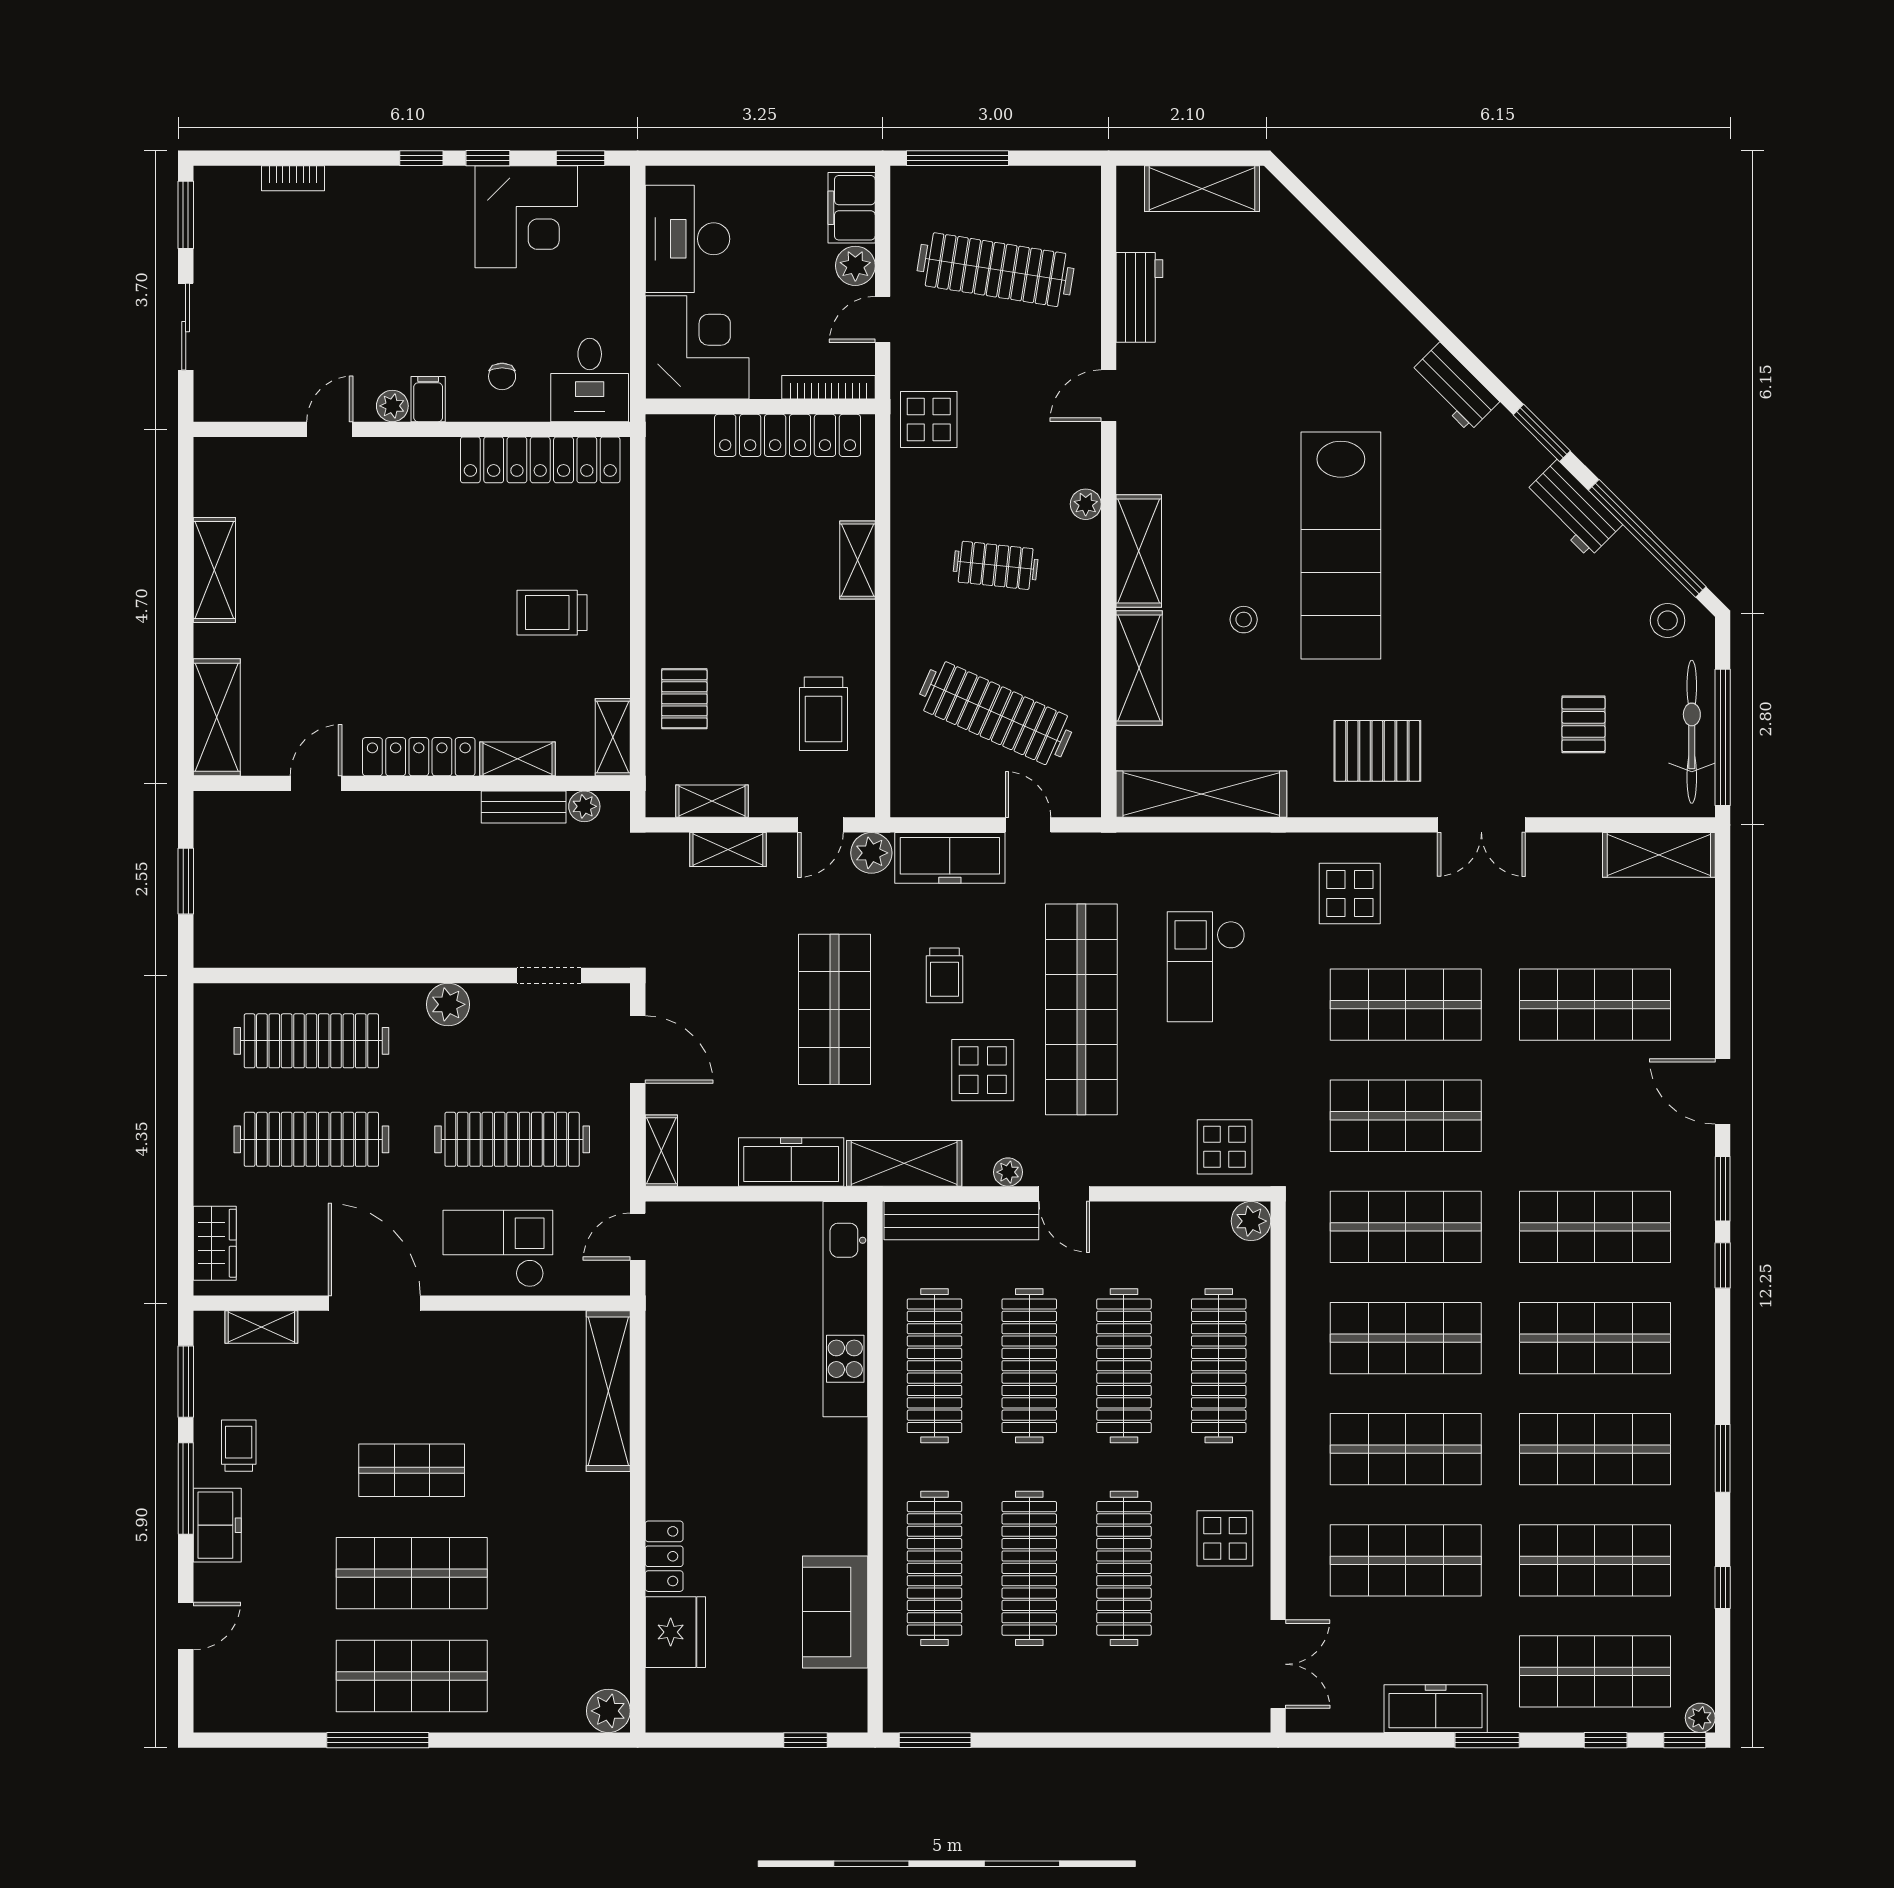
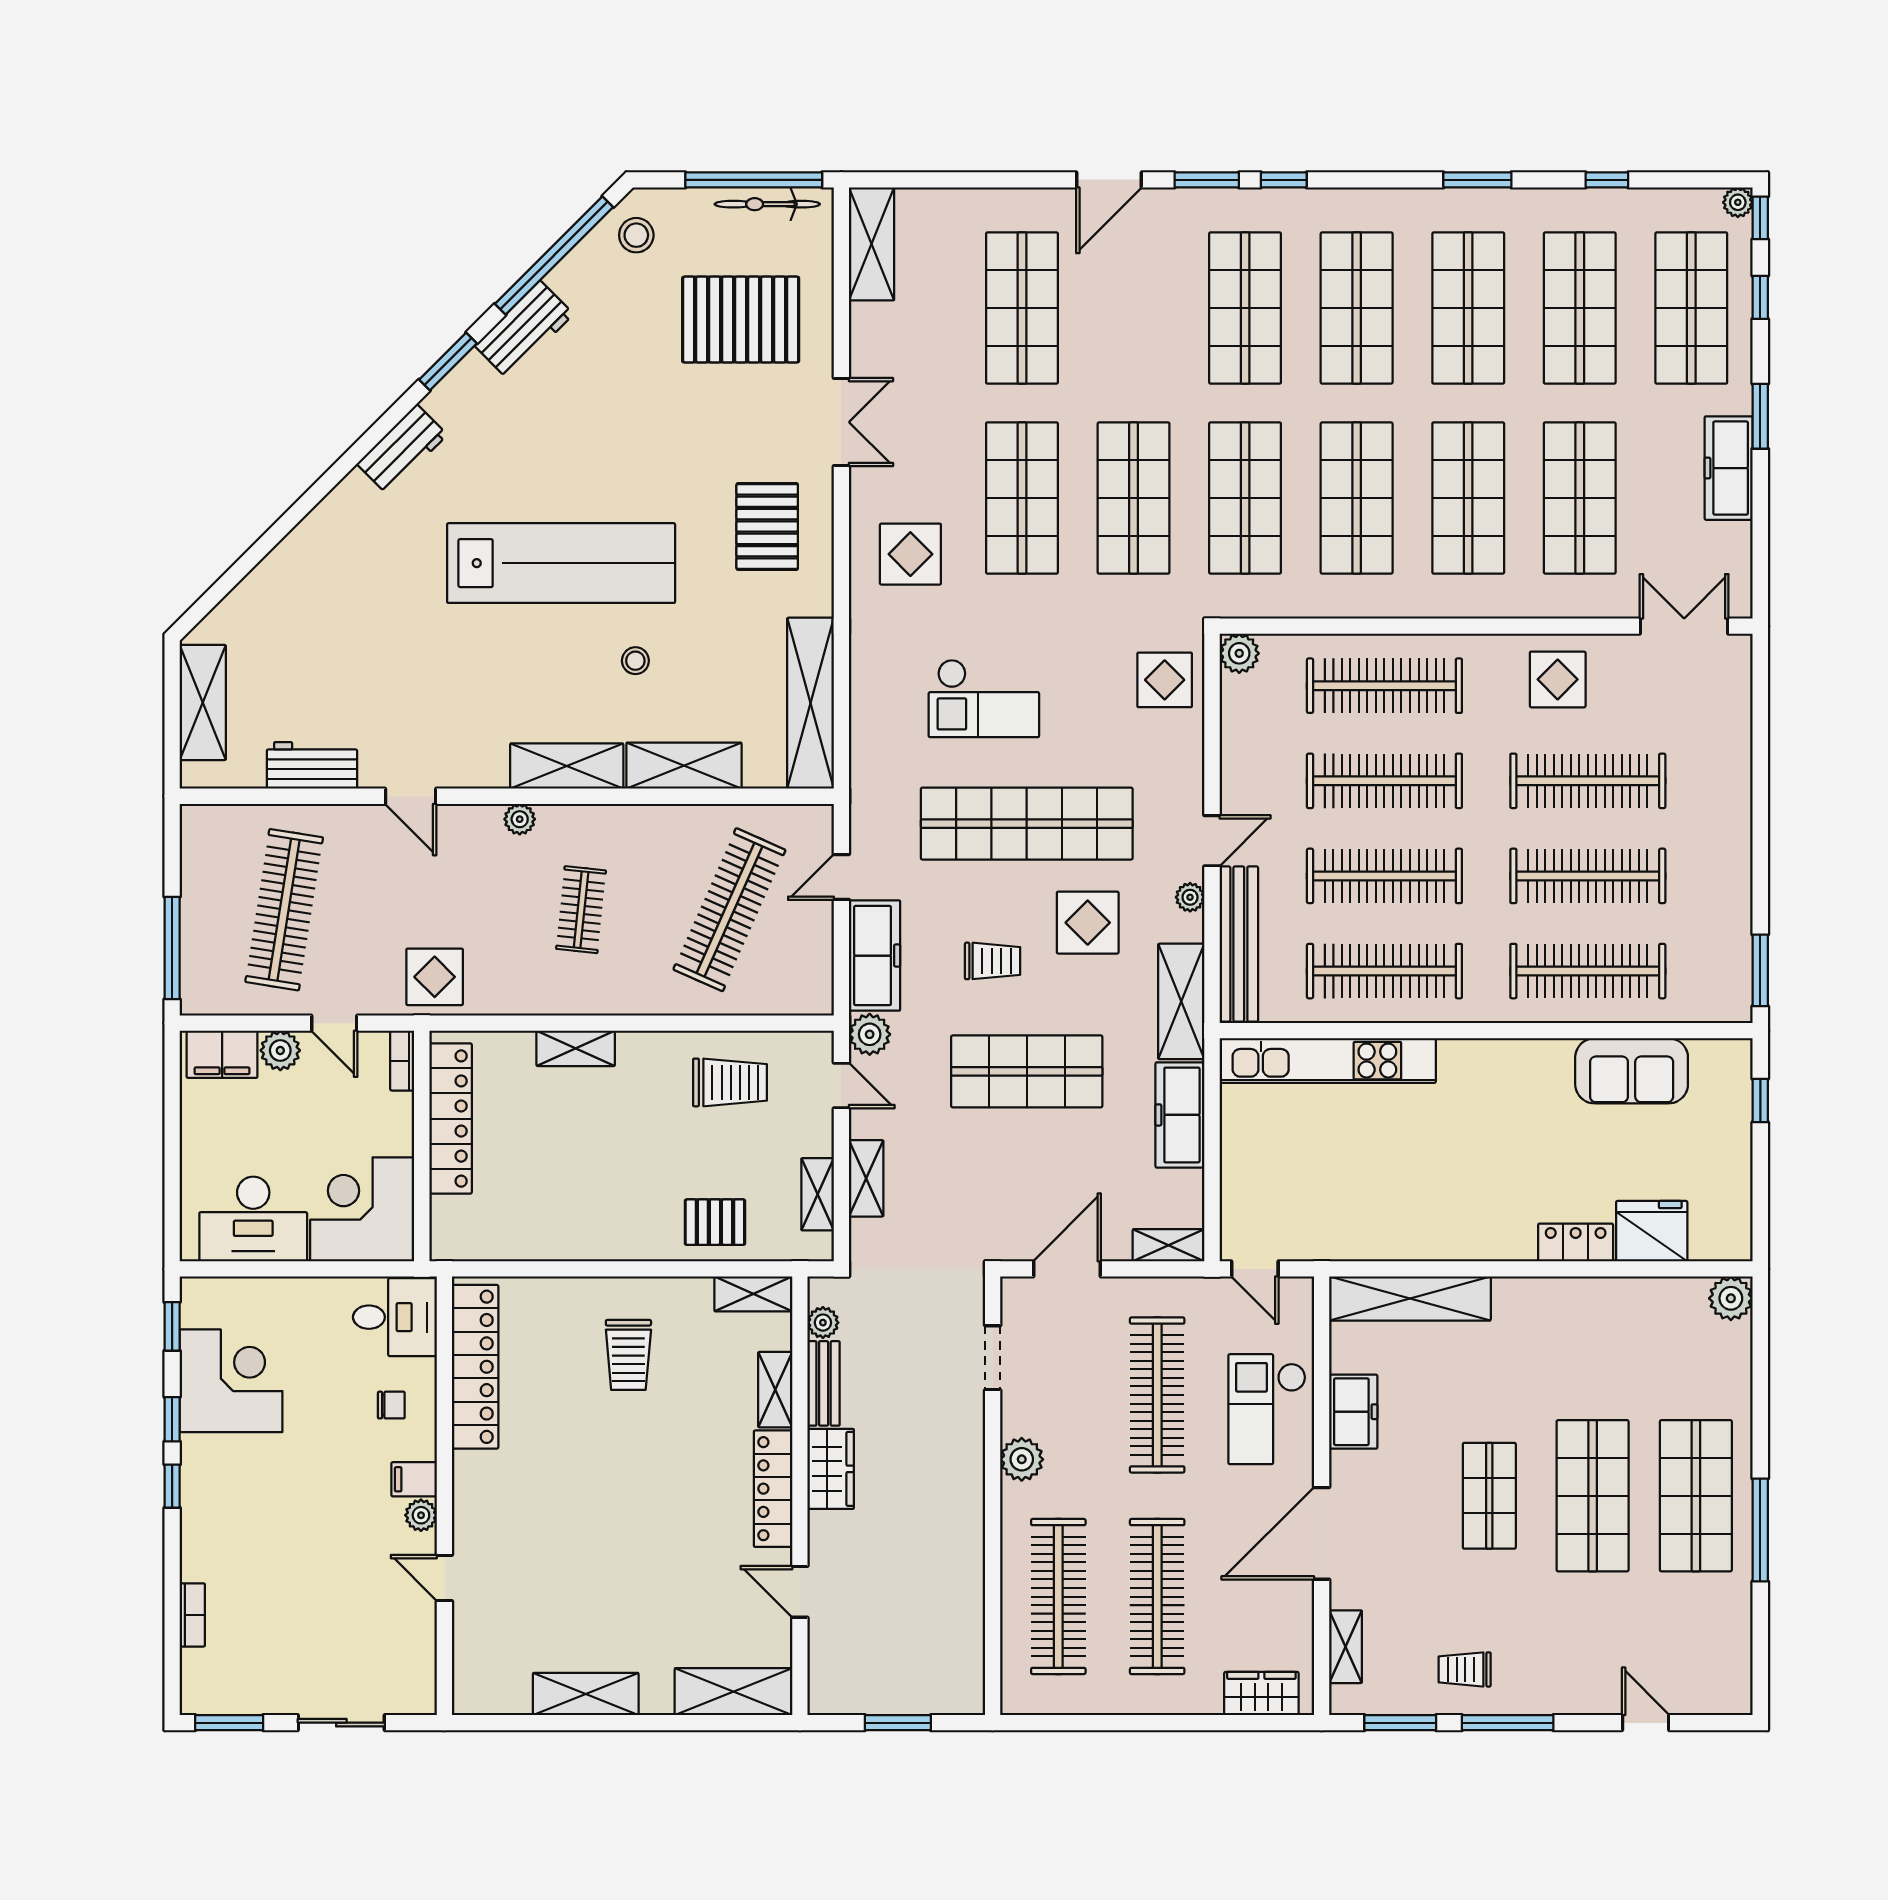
bookcase: (828, 387) -> (402, 1061), width x0.64
pallet: (1583, 724) -> (741, 320), width x2.05, depth x2.00
bicycle: (1692, 732) -> (767, 204), width x0.73, depth x0.71
wardrobe: (439, 814) -> (831, 1469), added
freezer: (217, 1525) -> (1353, 1412), moved, turned 90

